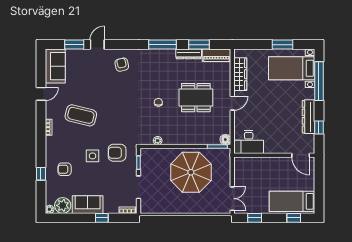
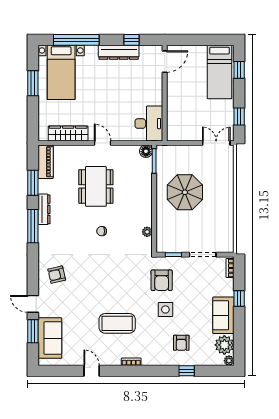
dresser: (189, 54) -> (44, 209), moved
sofa: (55, 66) -> (50, 338), moved, turned 90
coffee table: (81, 115) -> (117, 323), turned 76
parasol: (191, 172) -> (185, 192), width x0.73, depth x0.73

